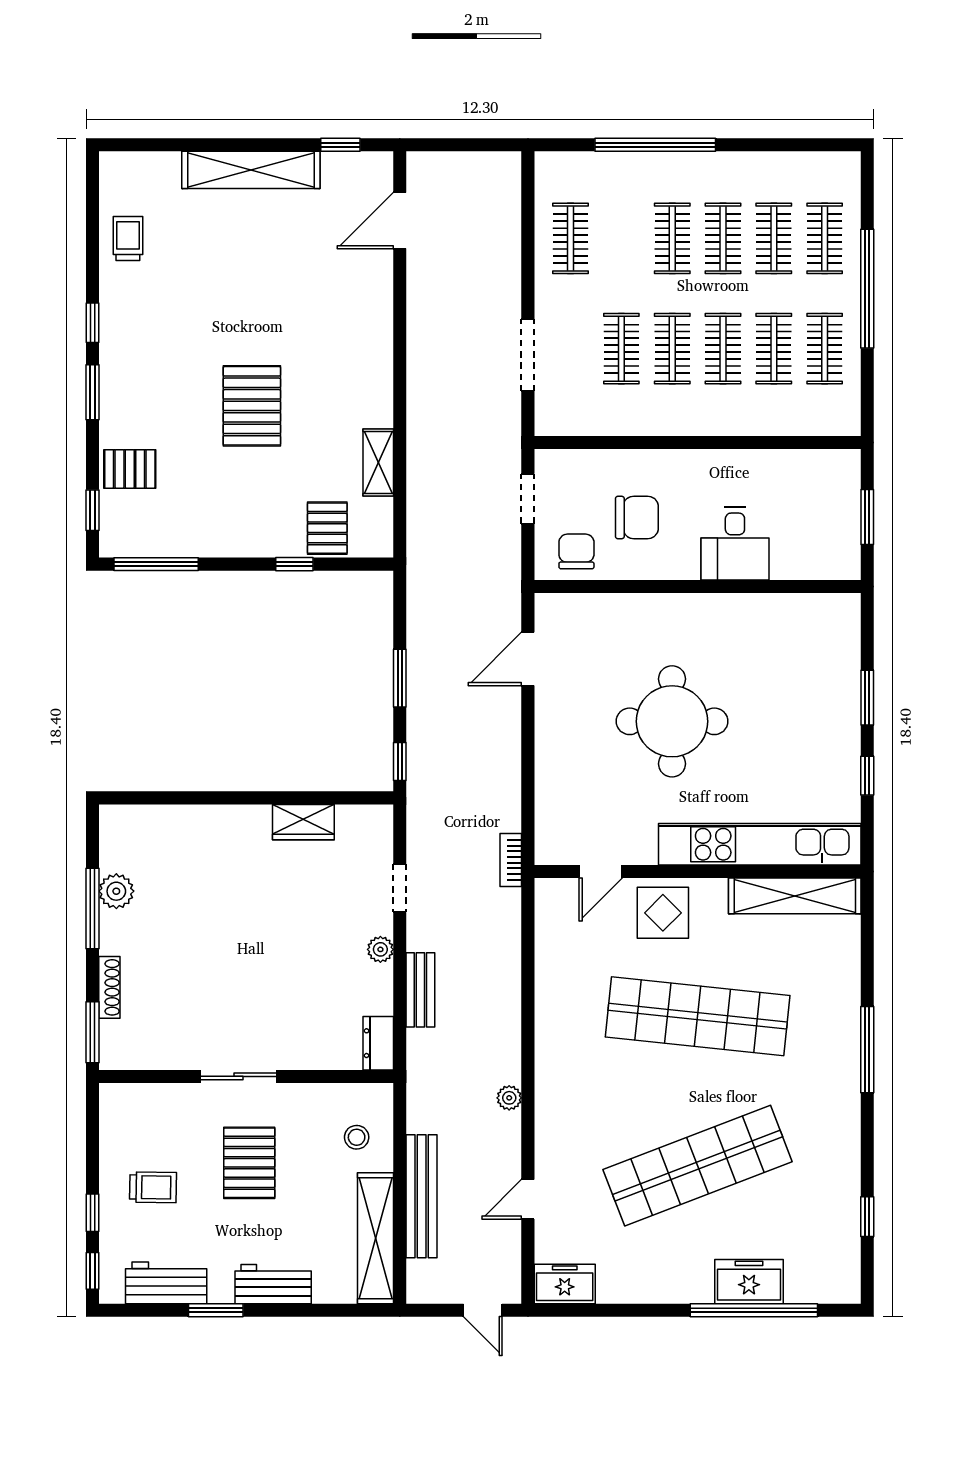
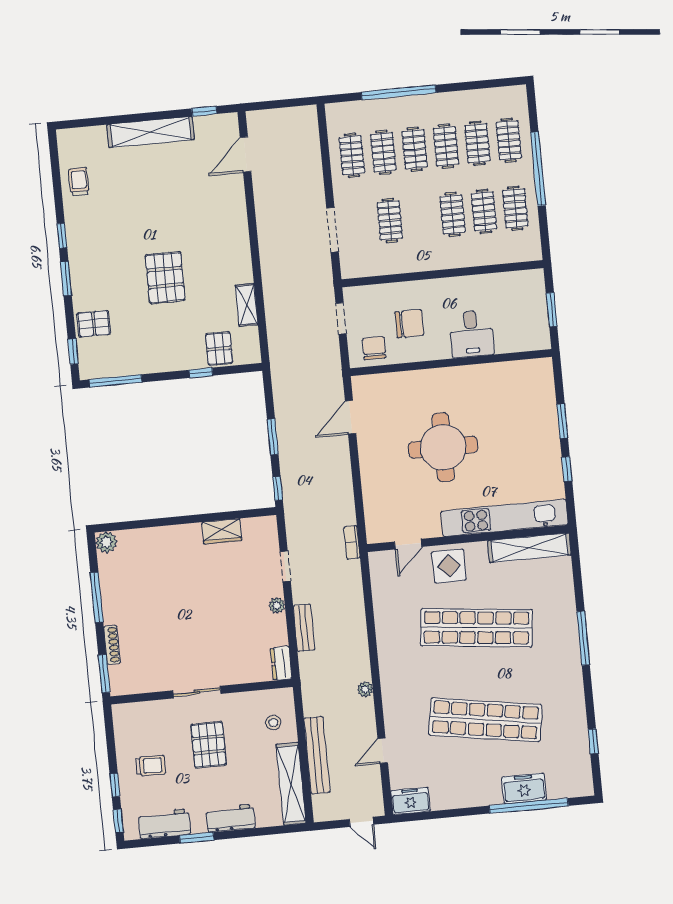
clothes rail: (672, 349) -> (383, 152), moved
plant: (116, 891) -> (106, 542), moved
shop shelf: (698, 1166) -> (485, 720), turned 30

